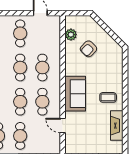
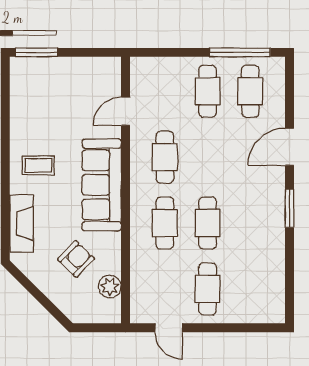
sofa: (75, 94) -> (102, 185), width x1.36
cafe table: (20, 102) -> (208, 157), removed
door: (63, 126) -> (126, 111), swing flipped
fireplace: (117, 126) -> (21, 223), moved

